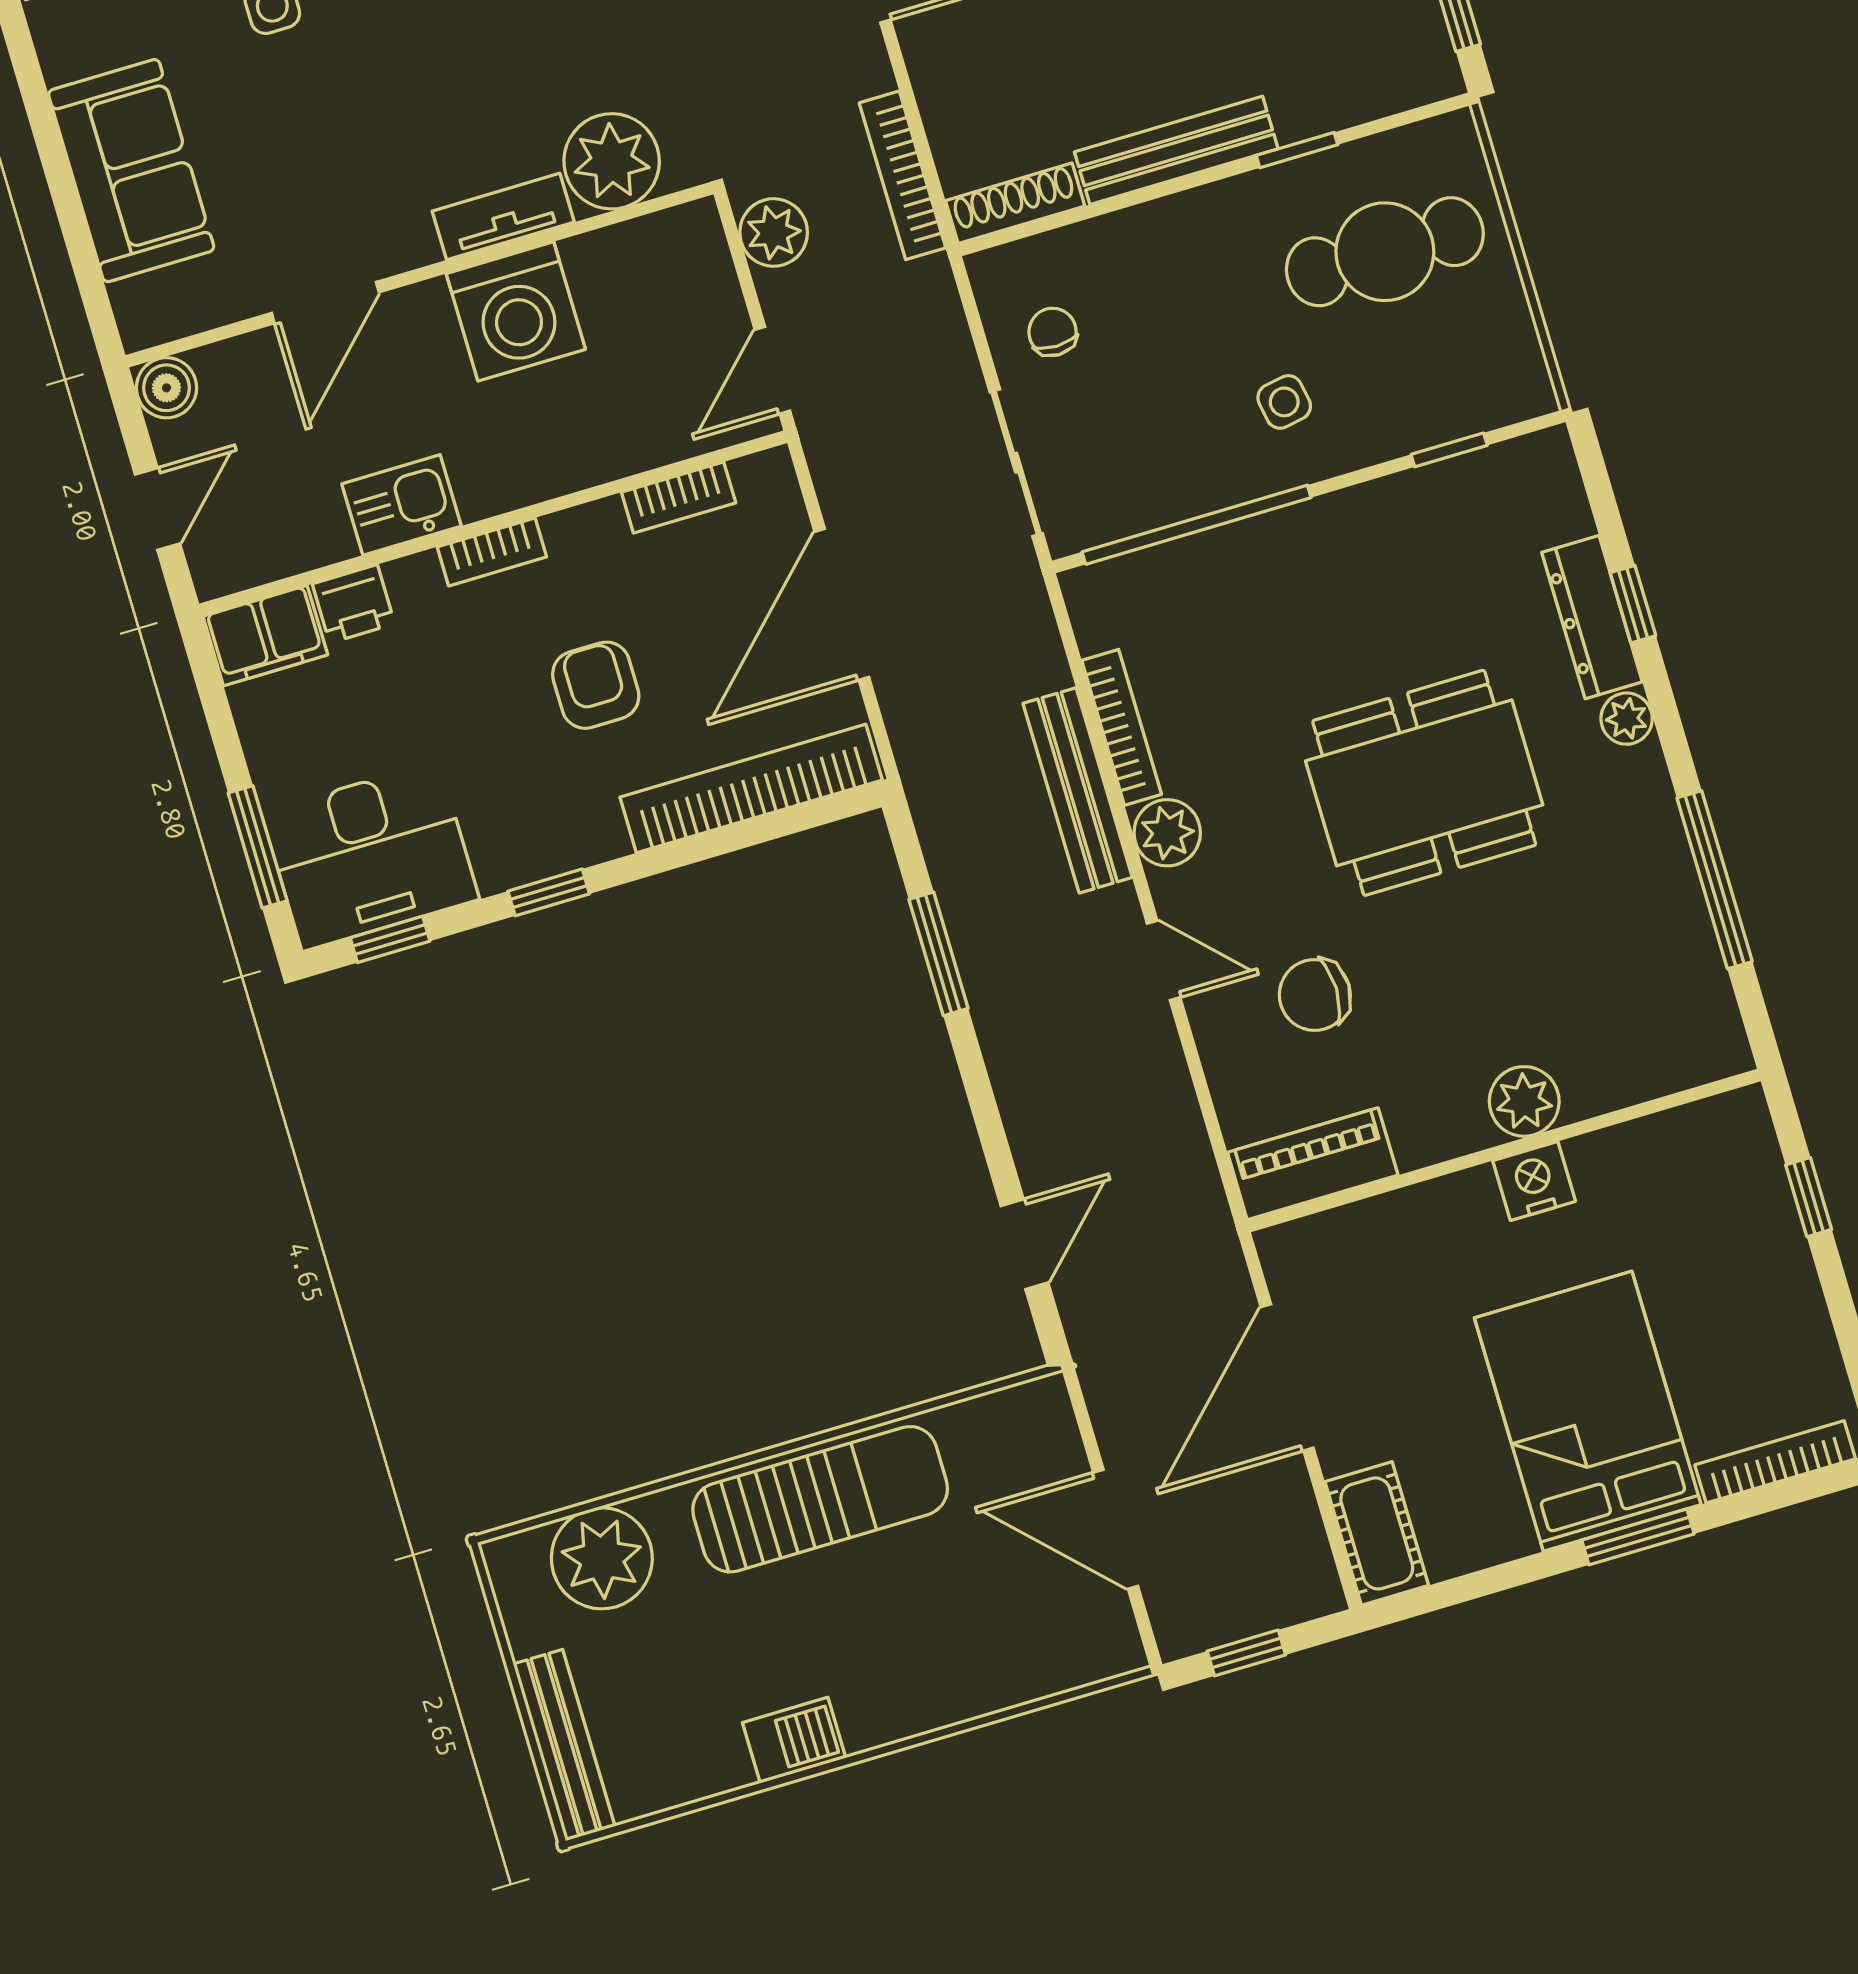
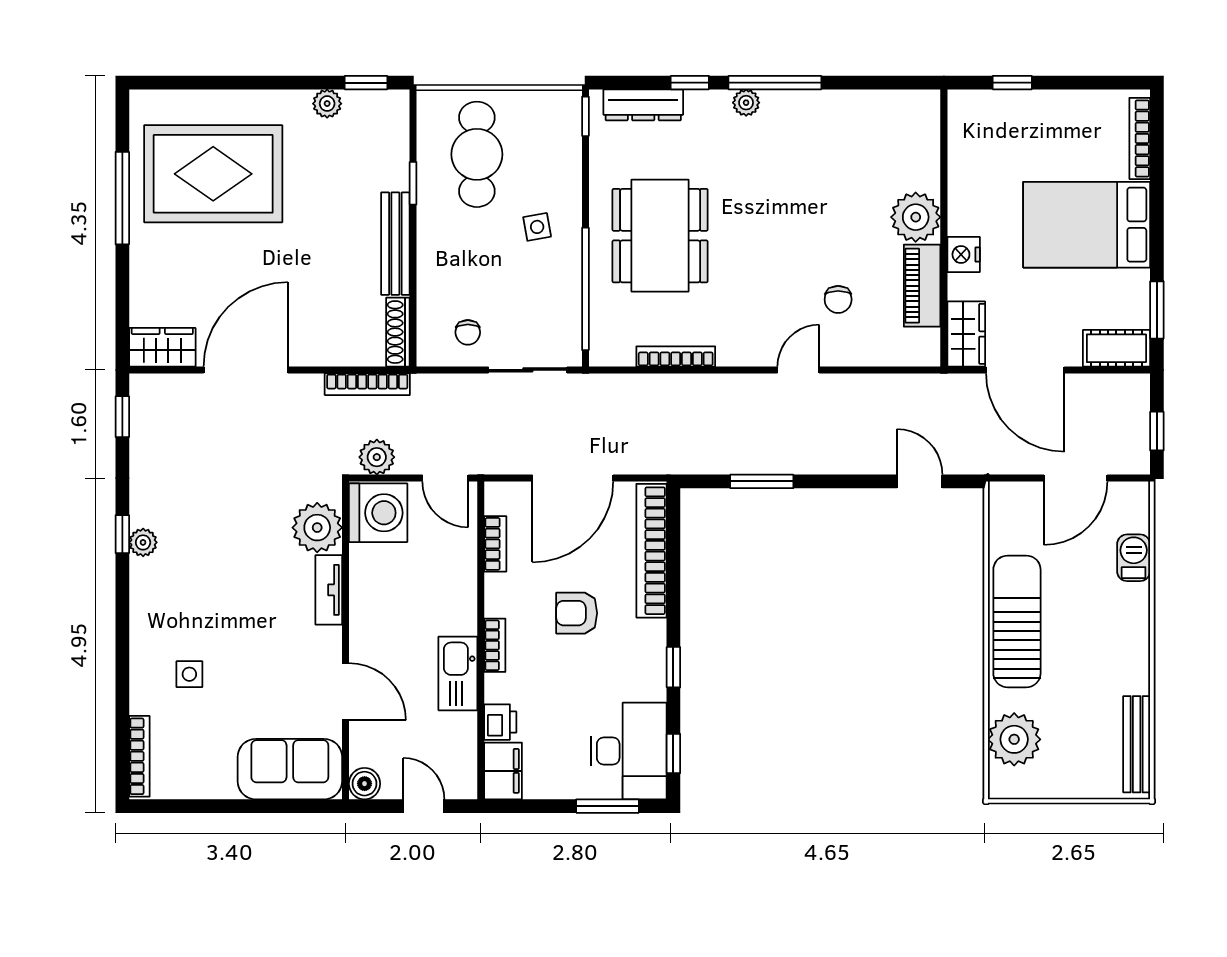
sofa: (131, 171) -> (290, 769), moved
washing machine: (516, 311) -> (378, 513), moved
chair: (1053, 332) -> (468, 332), turned -90
window: (1449, 450) -> (585, 116), moved
kitchen sink: (402, 505) -> (458, 673), width x1.38
door: (842, 604) -> (573, 478), hinge flipped
dresser: (1592, 617) -> (643, 105), moved
dining table: (1424, 783) -> (660, 236), moved
bench: (1078, 790) -> (701, 388), removed
plant: (1167, 833) -> (735, 349), removed
window: (1715, 880) -> (775, 83), moved
chair: (1315, 995) -> (838, 299), width x0.73, depth x0.73
plant: (1524, 1101) -> (916, 217), width x1.36, depth x1.36
piano: (1313, 1164) -> (922, 286), moved
nightstand: (1534, 1181) -> (964, 254), moved
wardrobe: (1321, 1249) -> (966, 334), added
window: (1638, 1537) -> (1157, 310), moved
barbecue: (794, 1740) -> (1134, 558), moved
bench: (564, 1745) -> (1137, 744), moved, turned 90

